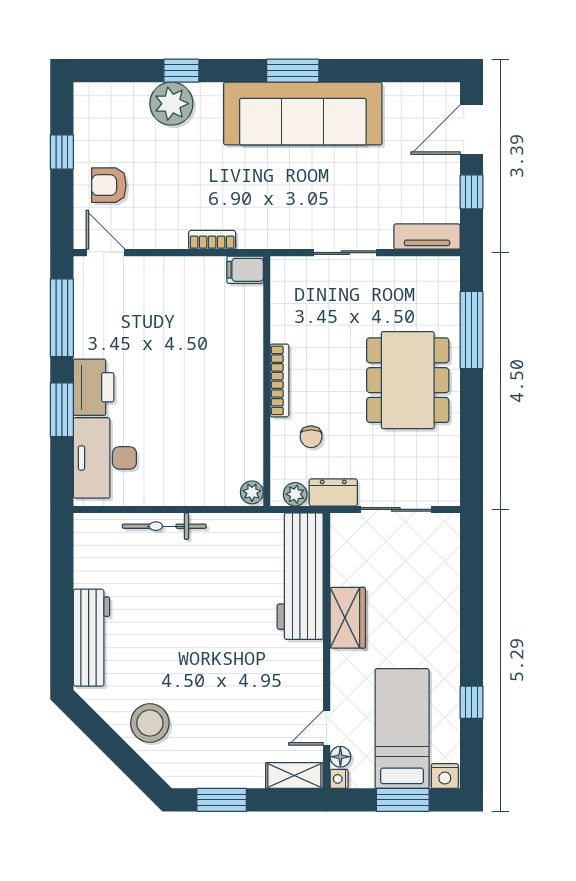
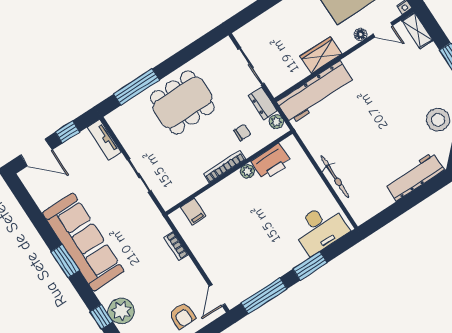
filing cabinet: (245, 270) -> (193, 211), moved
printer: (94, 387) -> (271, 162), moved, turned 180
plant: (252, 492) -> (247, 171), moved
floor lamp: (340, 757) -> (361, 34), moved

